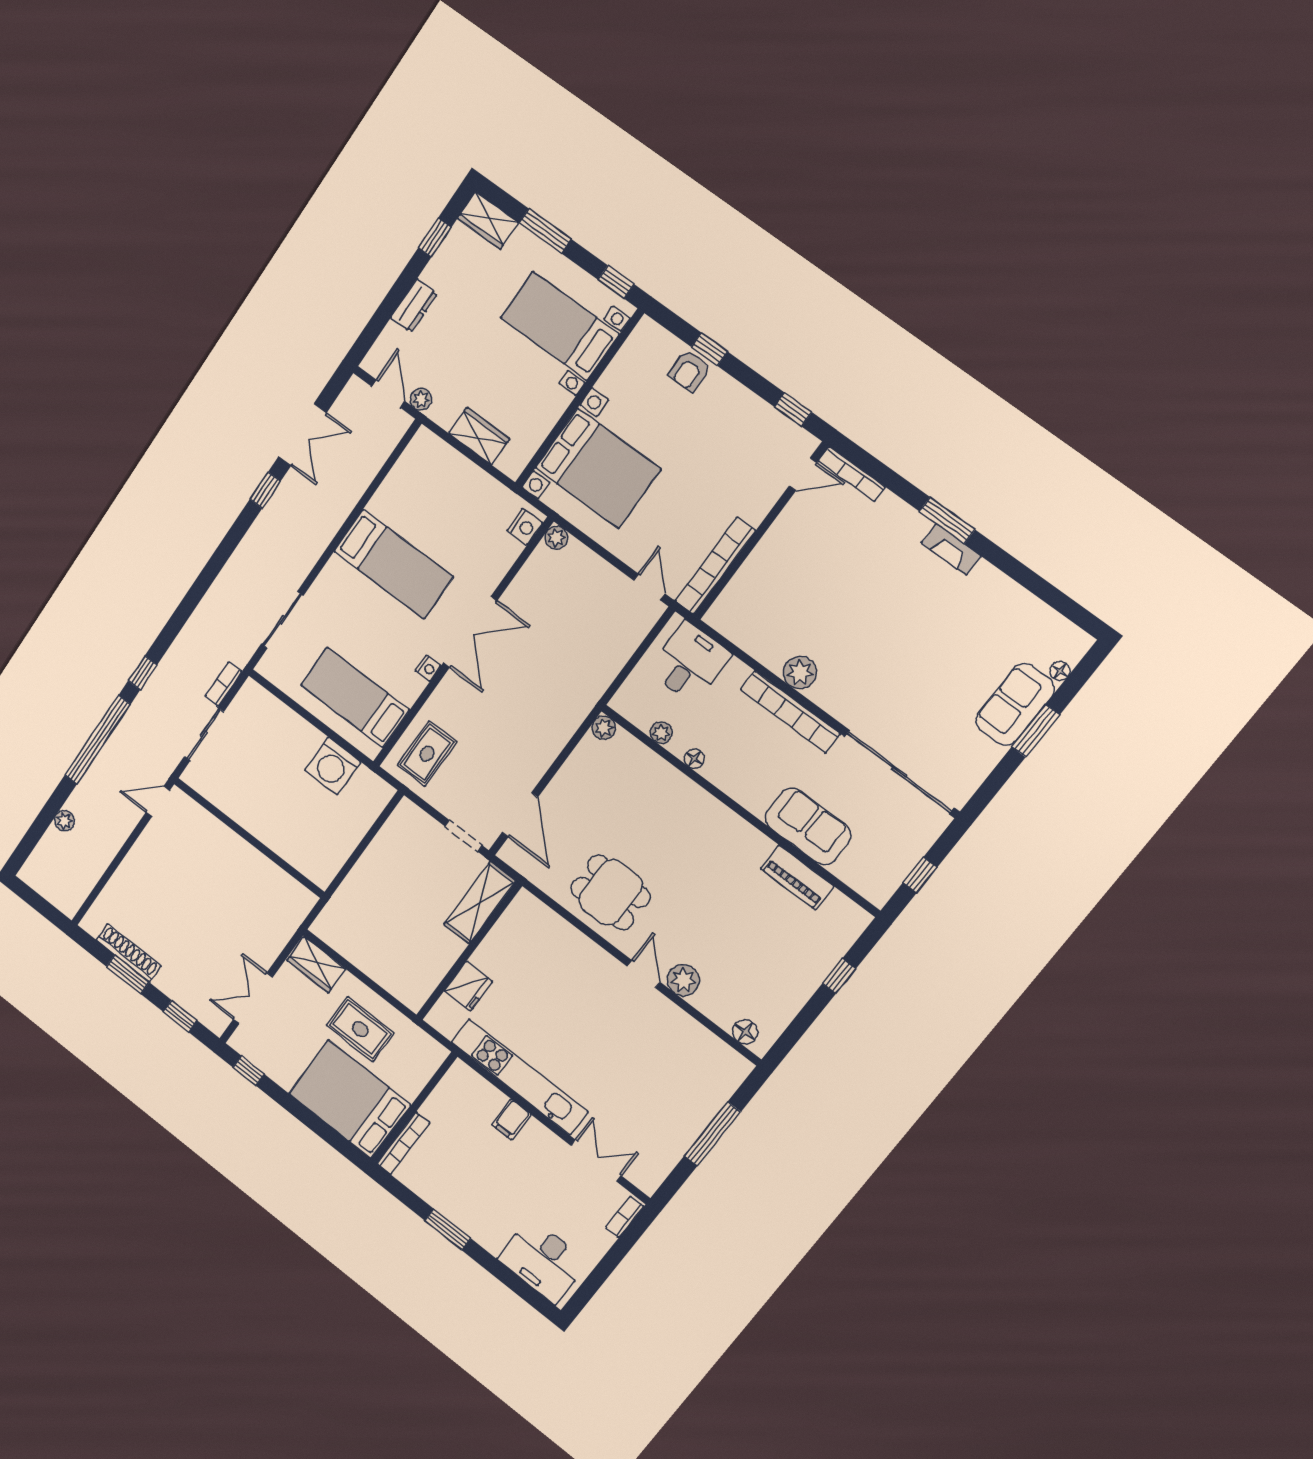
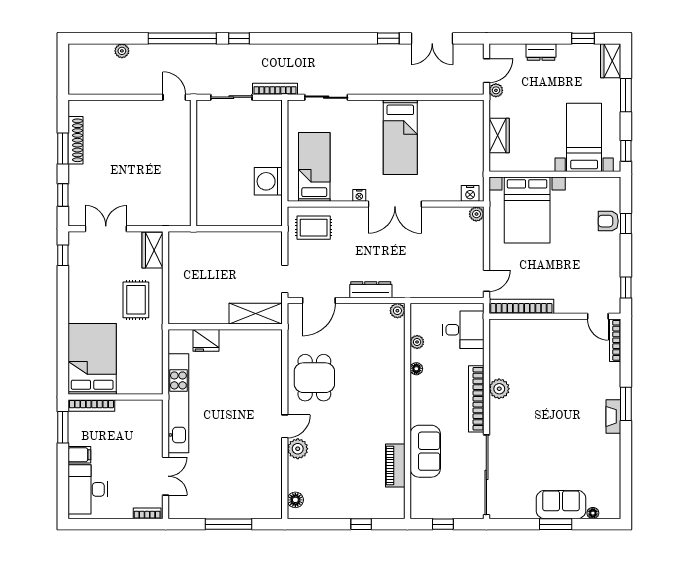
bookcase: (223, 684) -> (275, 89), width x1.56
dresser: (553, 741) -> (371, 290), added
bed: (350, 1099) -> (92, 359), moved
wall: (414, 1108) -> (116, 397), moved
filing cabinet: (511, 1120) -> (79, 455), moved, turned 180
bookcase: (403, 1143) -> (91, 406), moved

